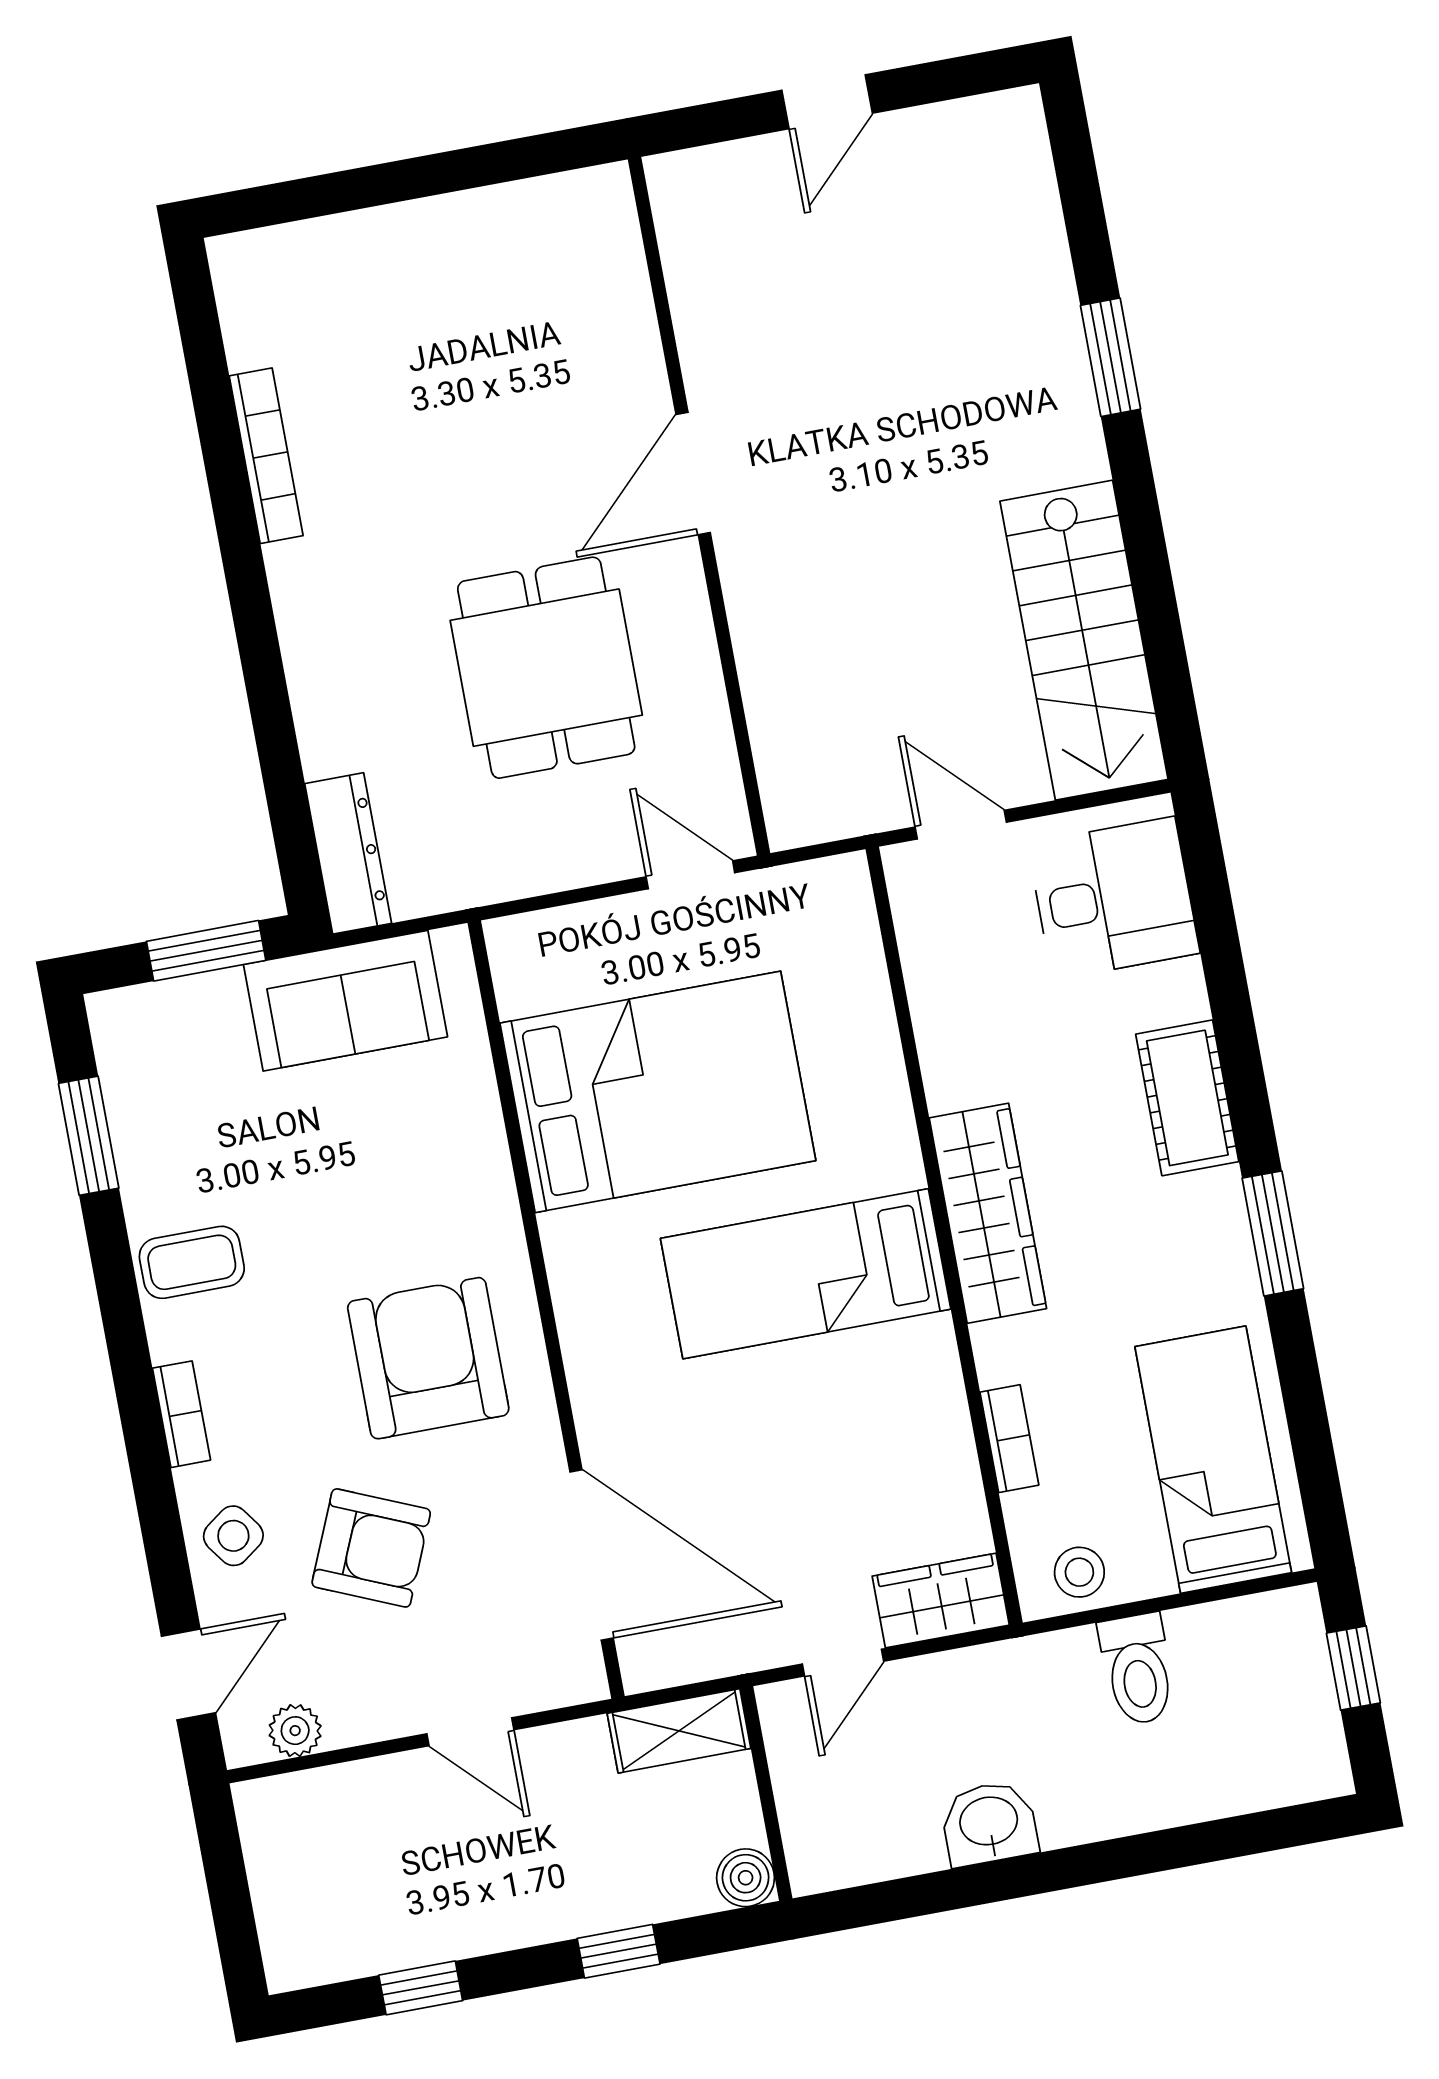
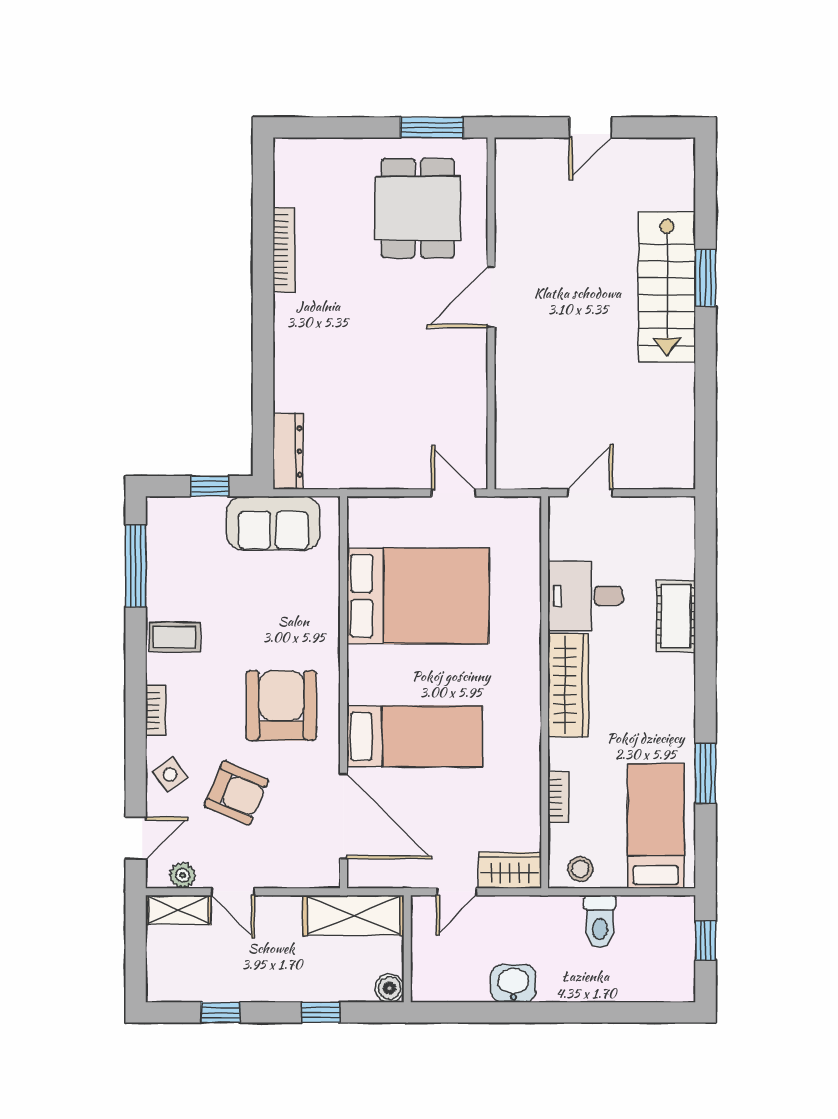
window: (514, 160) -> (432, 127), added
stairs: (1084, 640) -> (667, 287), moved
dining table: (546, 668) -> (418, 208), moved
door: (961, 825) -> (590, 493), hinge flipped
desk: (1114, 898) -> (585, 596), moved, turned 180
window: (206, 951) -> (210, 486), width x0.67
cot: (1187, 1098) -> (676, 616), moved
window: (89, 1136) -> (136, 566), width x1.44
window: (1273, 1233) -> (706, 773), moved
bed: (806, 1274) -> (415, 736), moved, turned 180
shelving: (679, 1731) -> (353, 915), width x1.50, depth x1.33
door: (470, 1732) -> (233, 892), moved
shelving: (299, 1800) -> (178, 910), added

